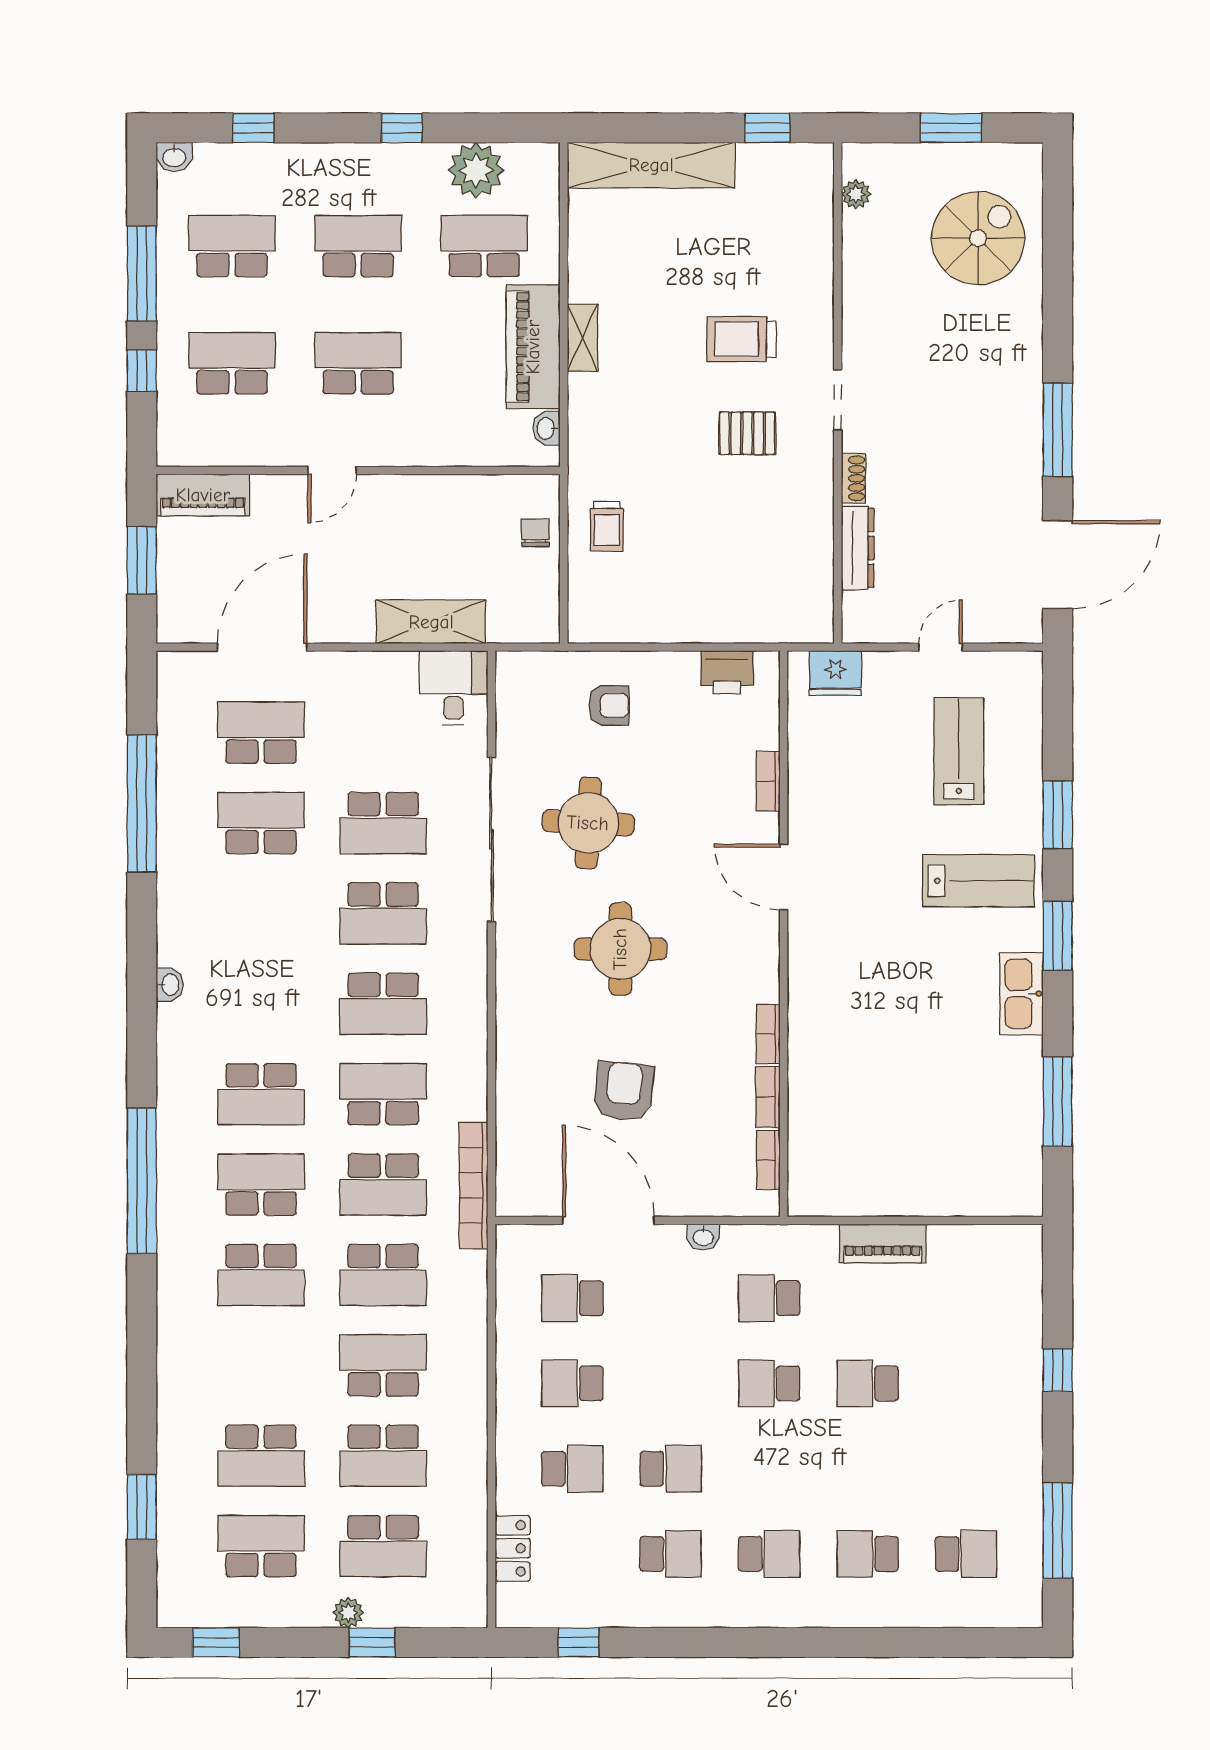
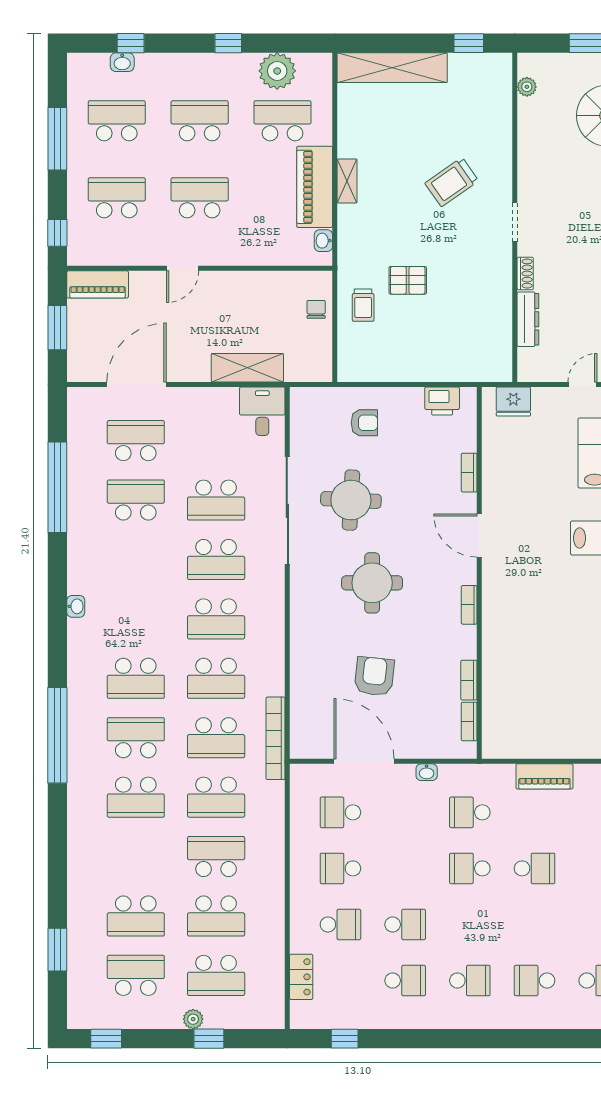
washbasin: (174, 157) -> (122, 62), moved
trolley: (742, 339) -> (452, 182), turned -35
window: (142, 371) -> (57, 233), moved
pallet: (747, 433) -> (408, 280), moved
bookcase: (768, 1034) -> (469, 605), moved
school desk: (383, 1094) -> (216, 678), turned 180
school desk: (868, 1383) -> (535, 868), turned 180

